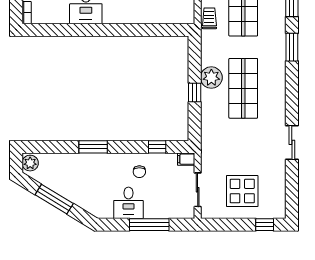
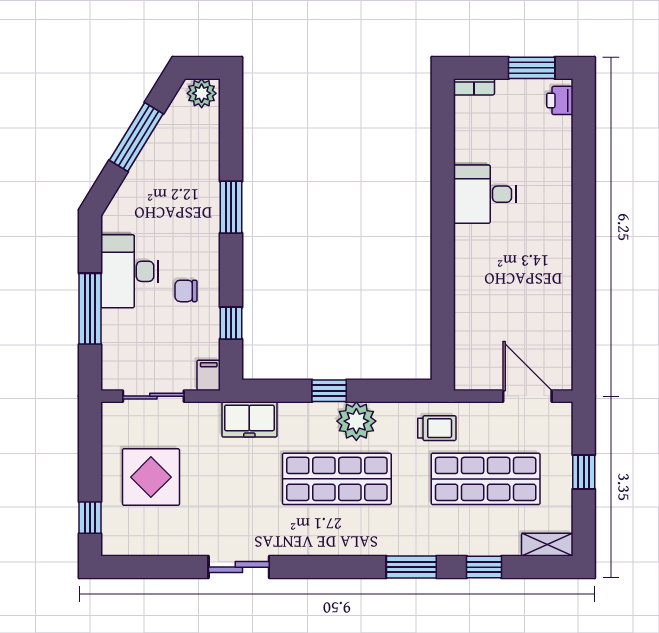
trolley: (209, 18) -> (437, 428), moved
freezer: (210, 137) -> (249, 419), added
desk: (128, 203) -> (130, 271), width x1.37

